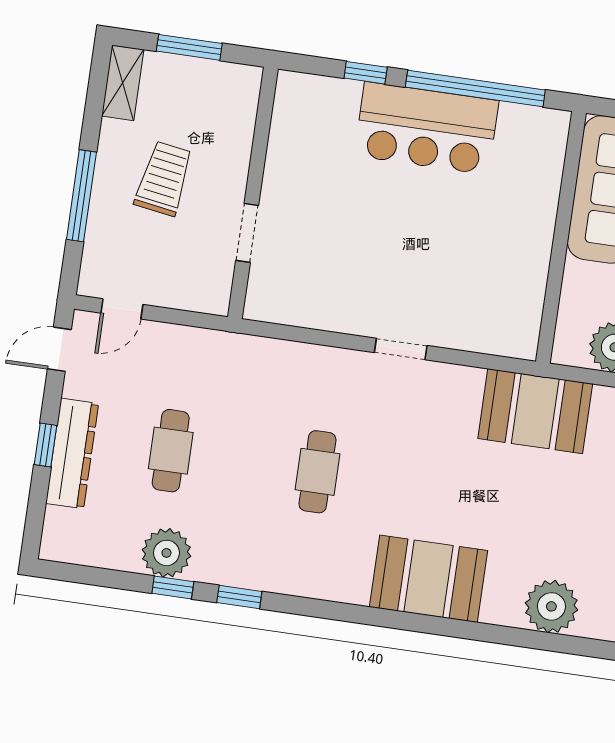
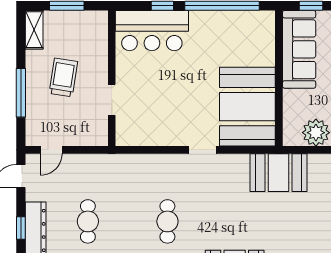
bar counter: (426, 128) -> (152, 31), moved
booth: (495, 281) -> (247, 107), added

